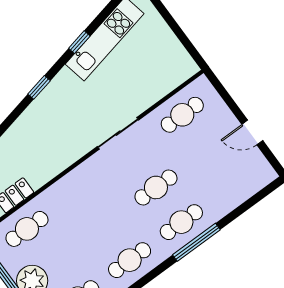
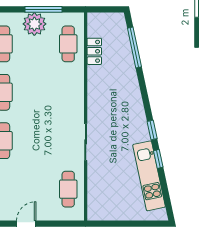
window: (39, 87) -> (152, 130), moved
cafe table: (156, 187) -> (36, 141), removed

